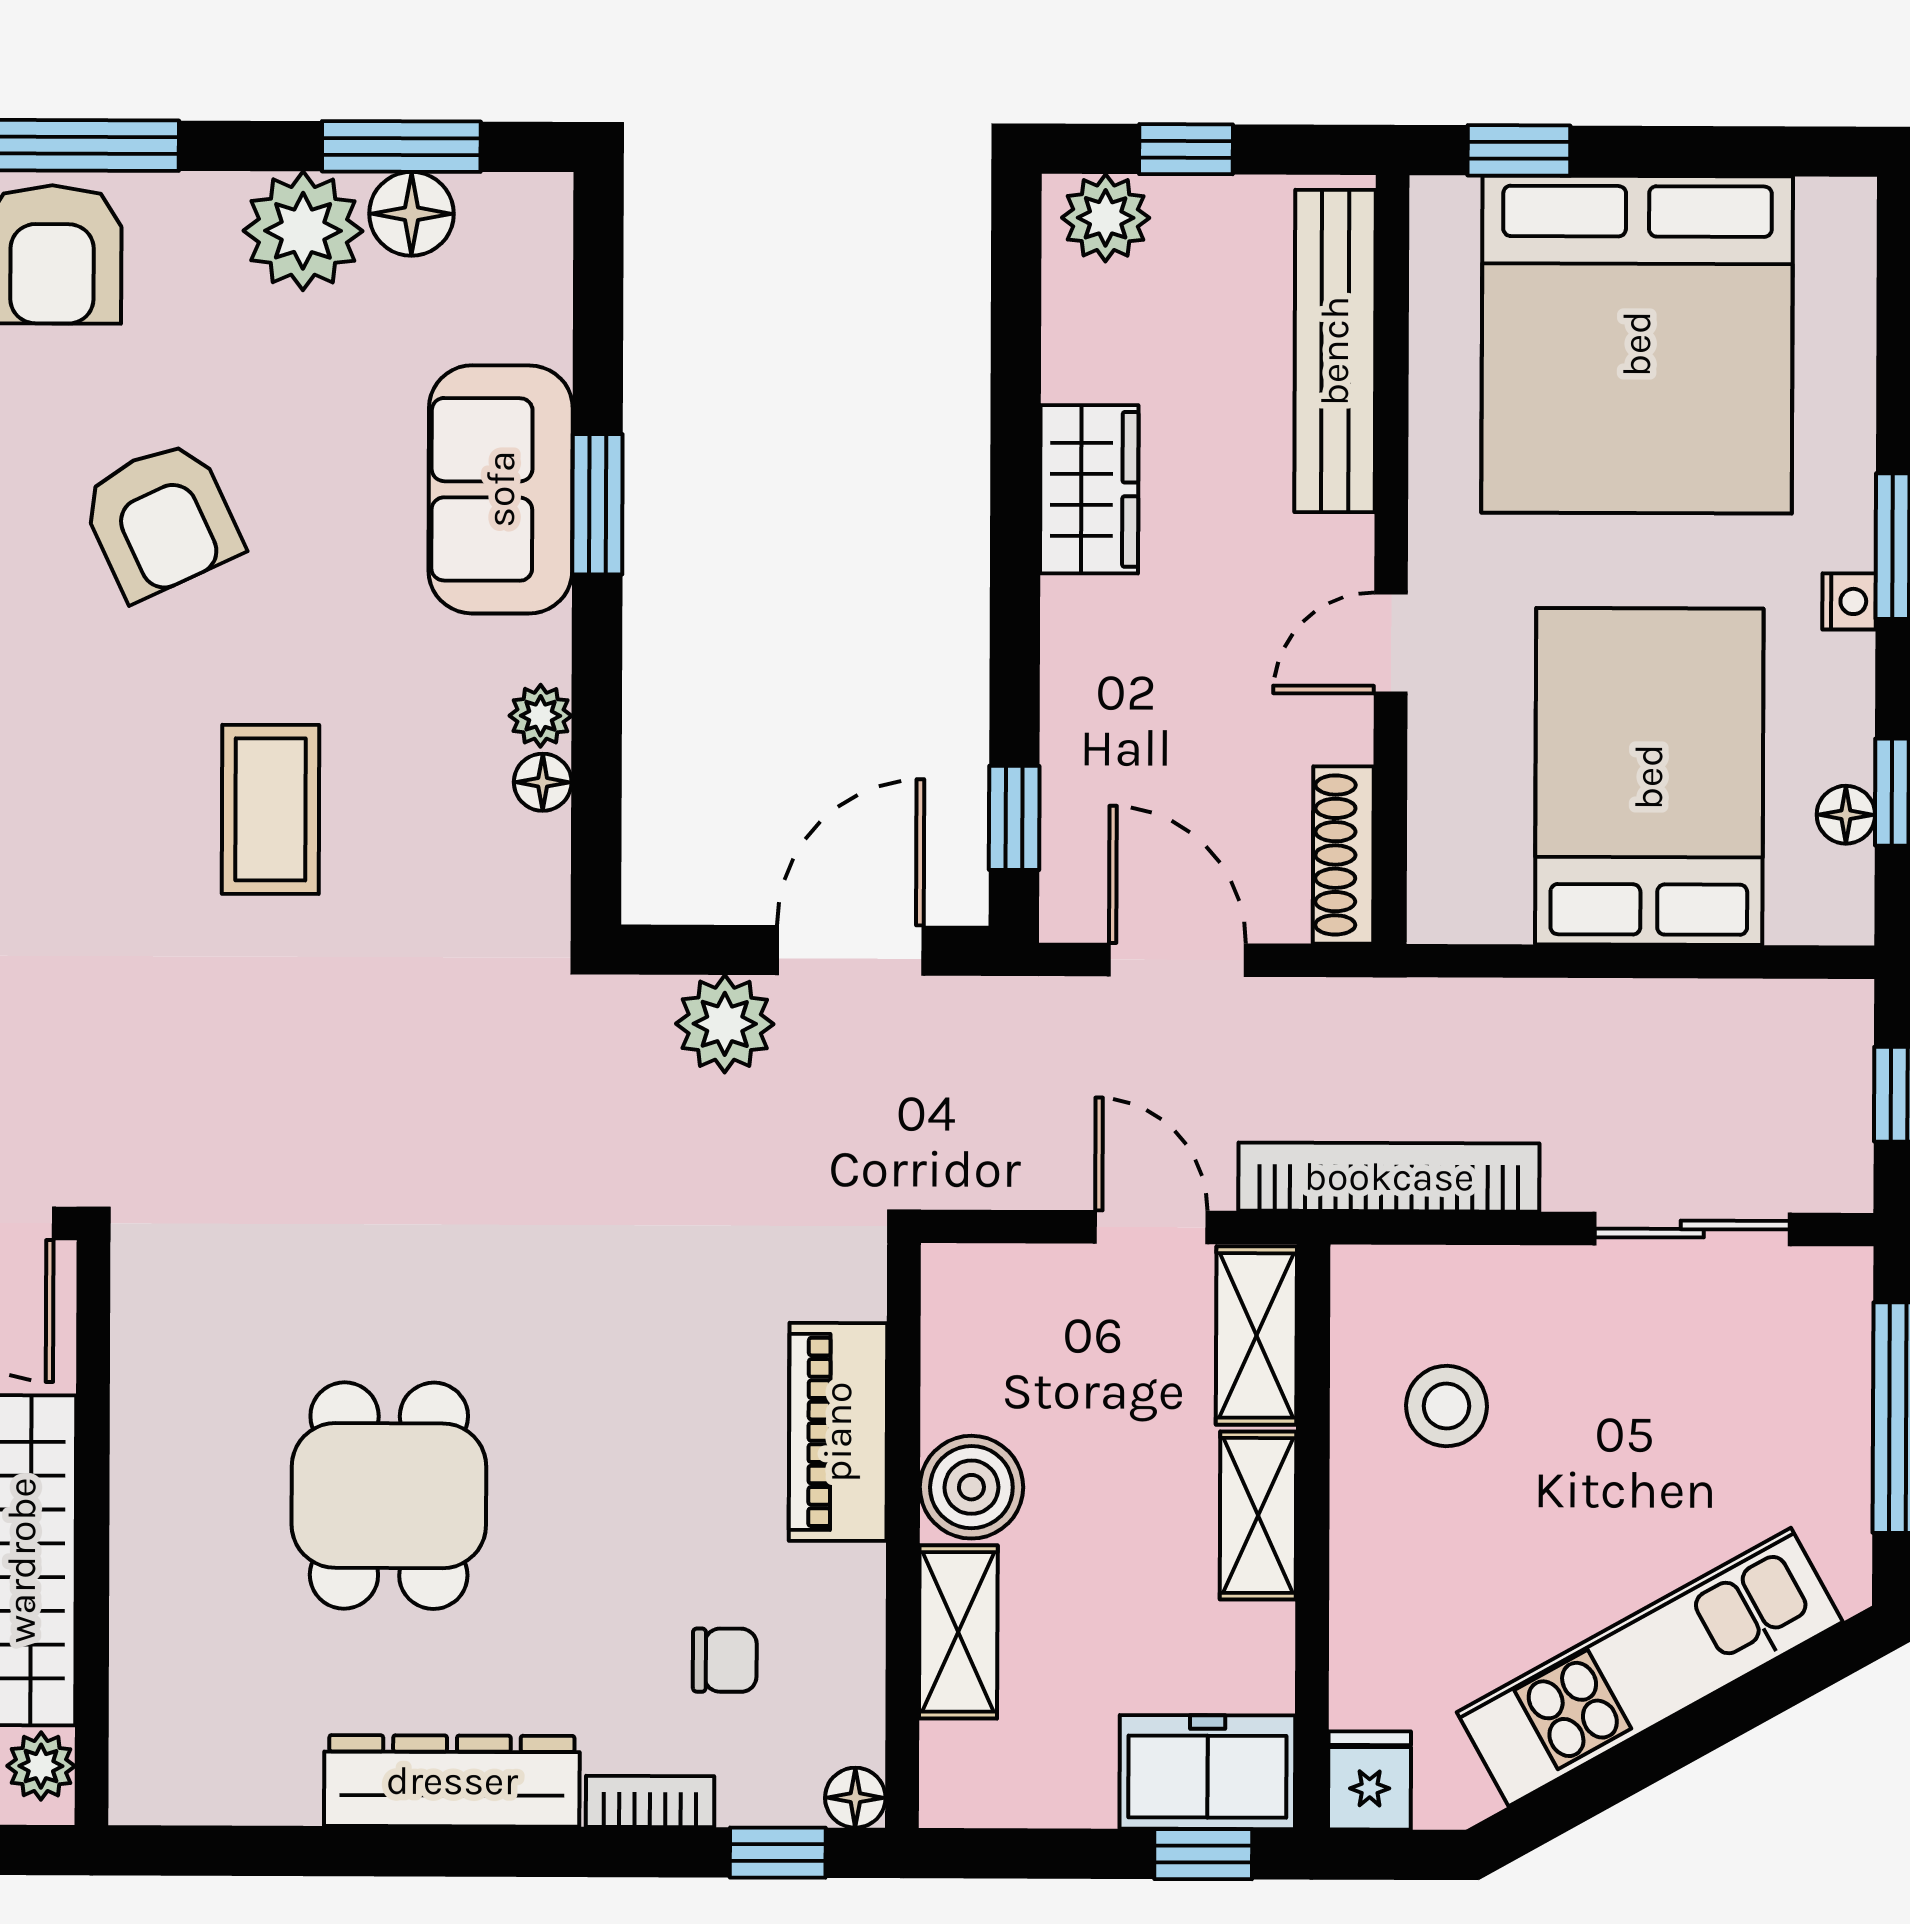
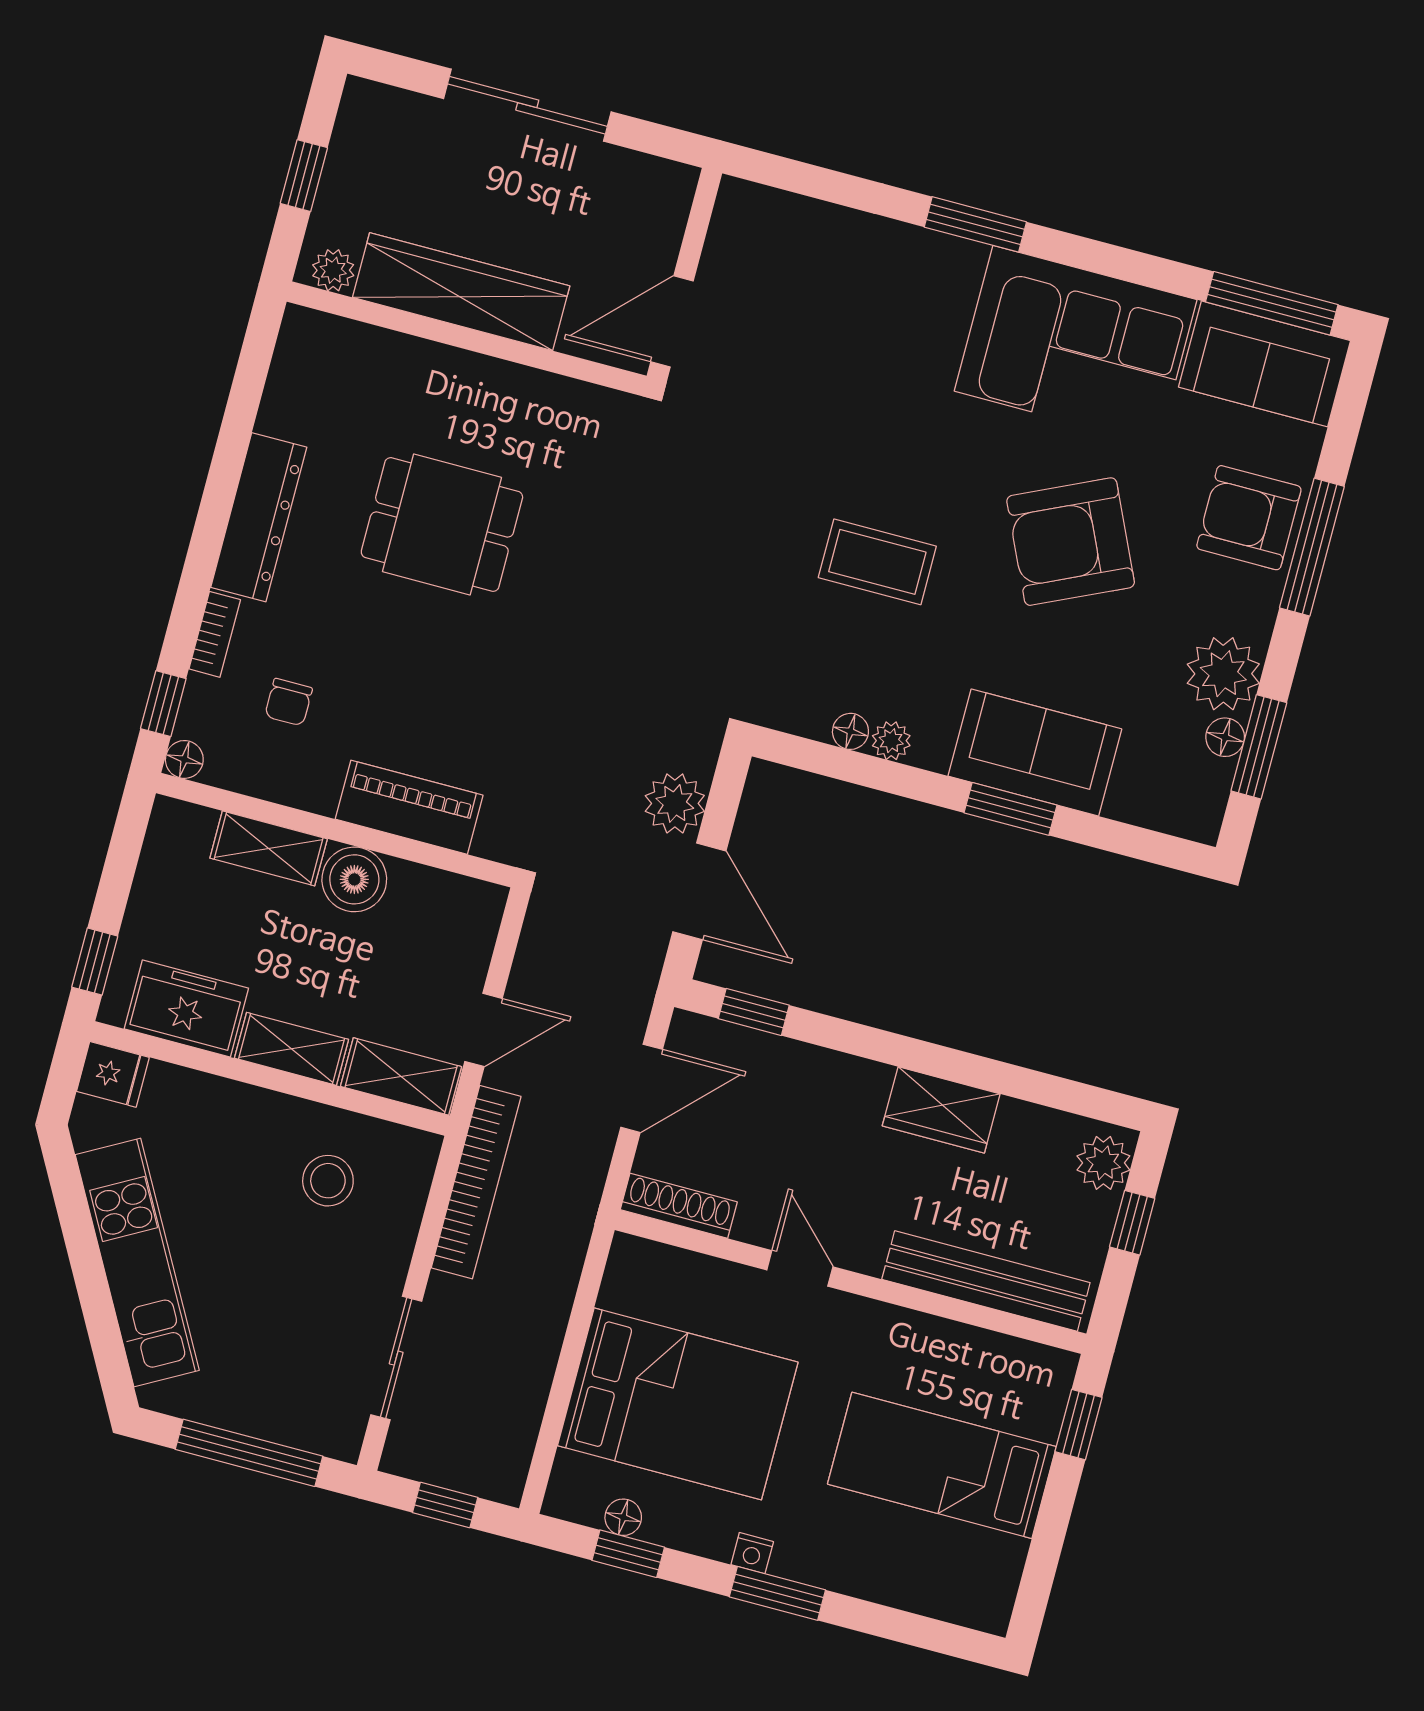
floor lamp: (411, 214) -> (1225, 737), width x0.73, depth x0.73
bed: (1637, 344) -> (942, 1465), width x0.49
armchair: (161, 520) -> (1071, 542), width x1.36, depth x1.36
freezer: (1207, 1772) -> (186, 1008), moved, turned -90

